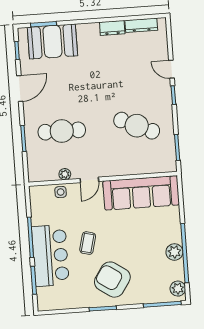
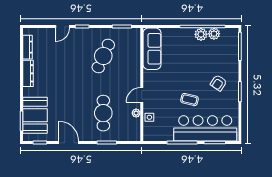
dresser: (112, 28) -> (28, 73), width x1.44
door: (89, 180) -> (142, 95), swing flipped
sofa: (141, 193) -> (152, 49), width x0.74, depth x0.79
bar counter: (50, 255) -> (205, 128), width x1.36
armchair: (112, 280) -> (218, 83), width x0.53, depth x0.53
plant: (178, 289) -> (214, 34), moved

